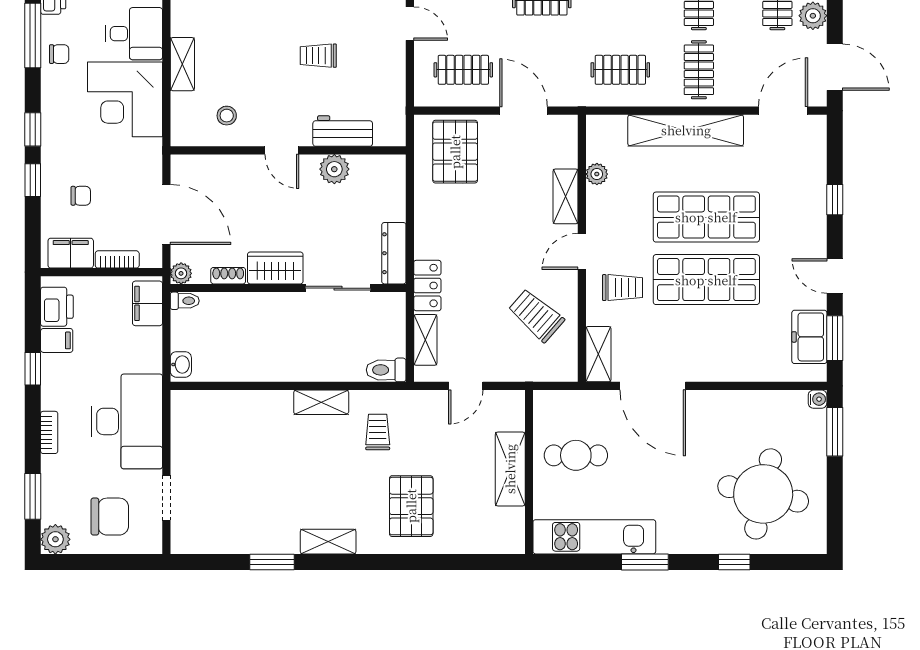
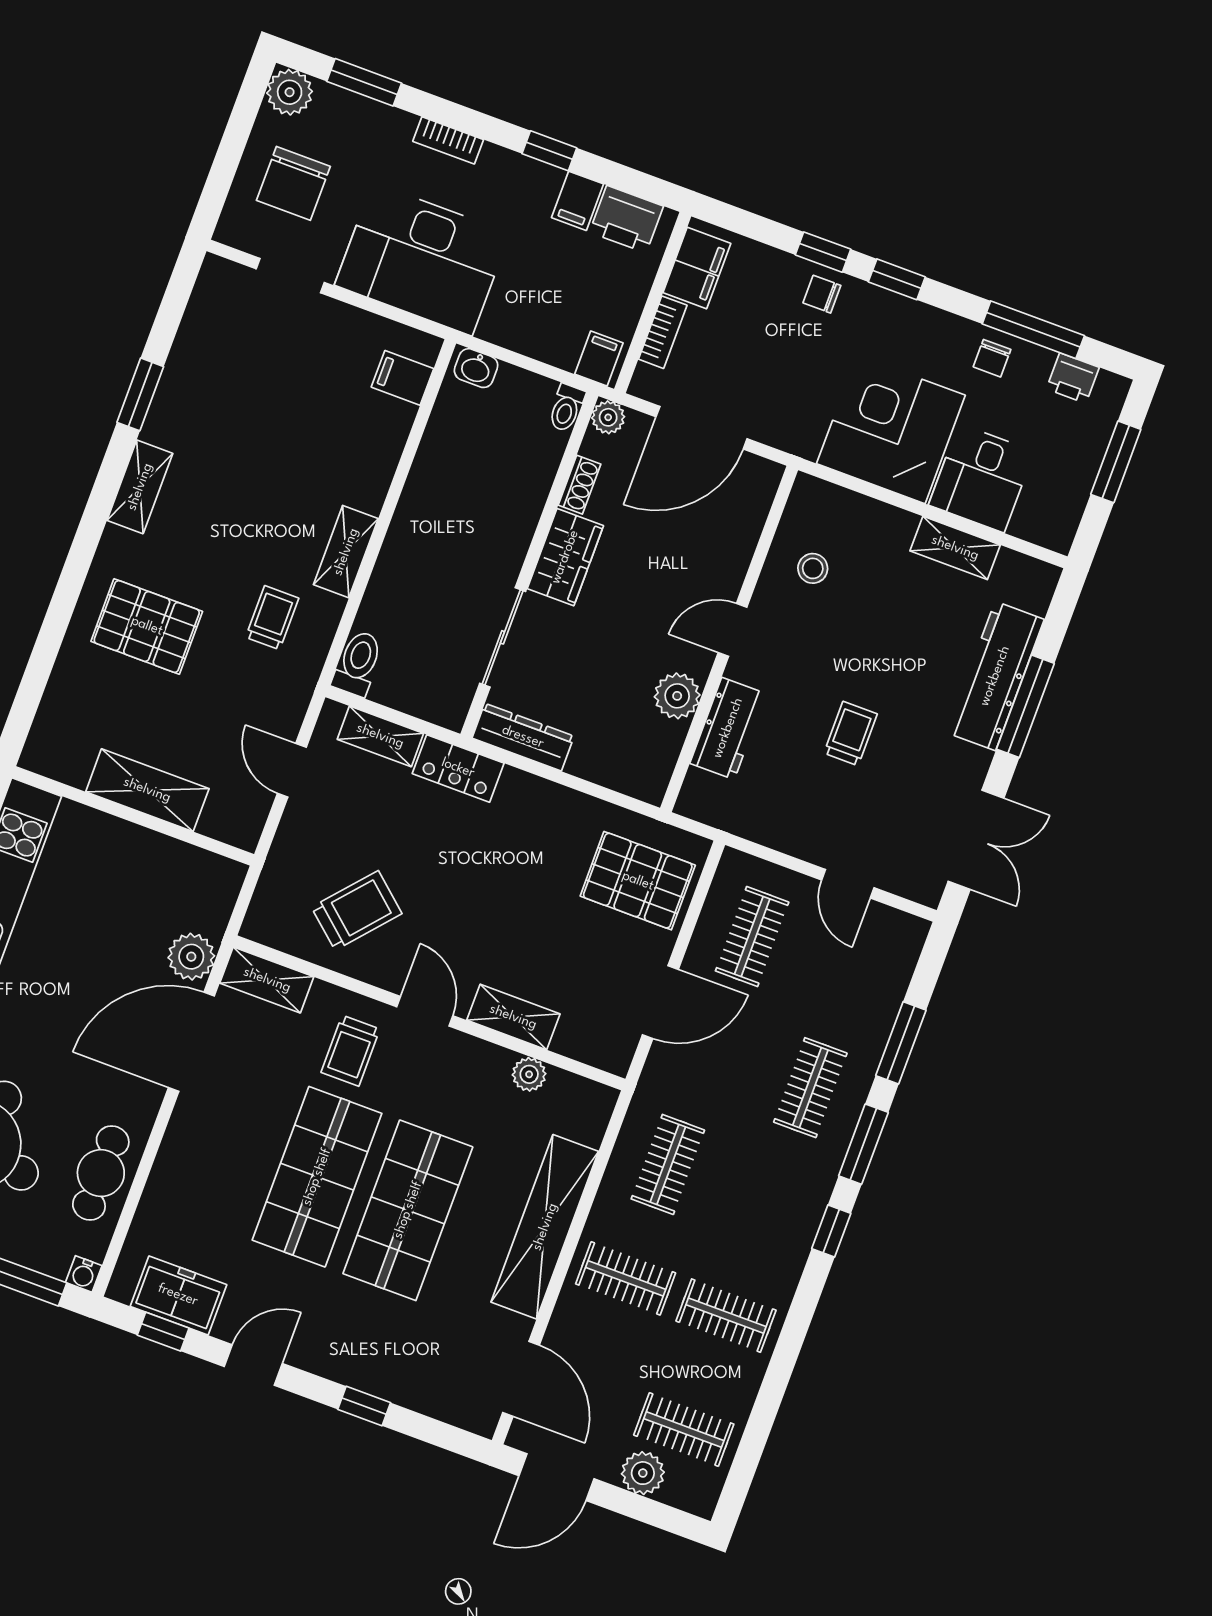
door: (410, 24) -> (848, 884), hinge flipped
shelving: (182, 64) -> (955, 548), moved
chair: (81, 196) -> (822, 294), moved, turned 90
filing cabinet: (147, 303) -> (599, 359), width x0.50
window: (835, 338) -> (163, 1332), width x0.67
plant: (601, 405) -> (191, 957), added
filing cabinet: (203, 407) -> (403, 378), added
trolley: (378, 432) -> (272, 618), turned -90
cafe table: (576, 455) -> (101, 1173), moved

